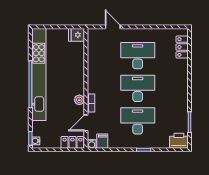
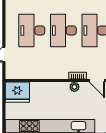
fridge: (77, 35) -> (17, 92), width x1.88, depth x1.34

